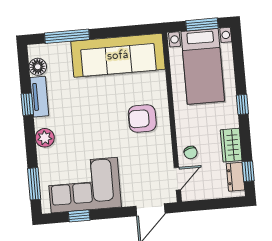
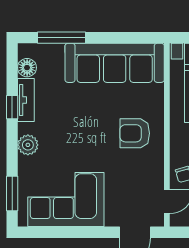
window: (79, 216) -> (58, 232), removed

